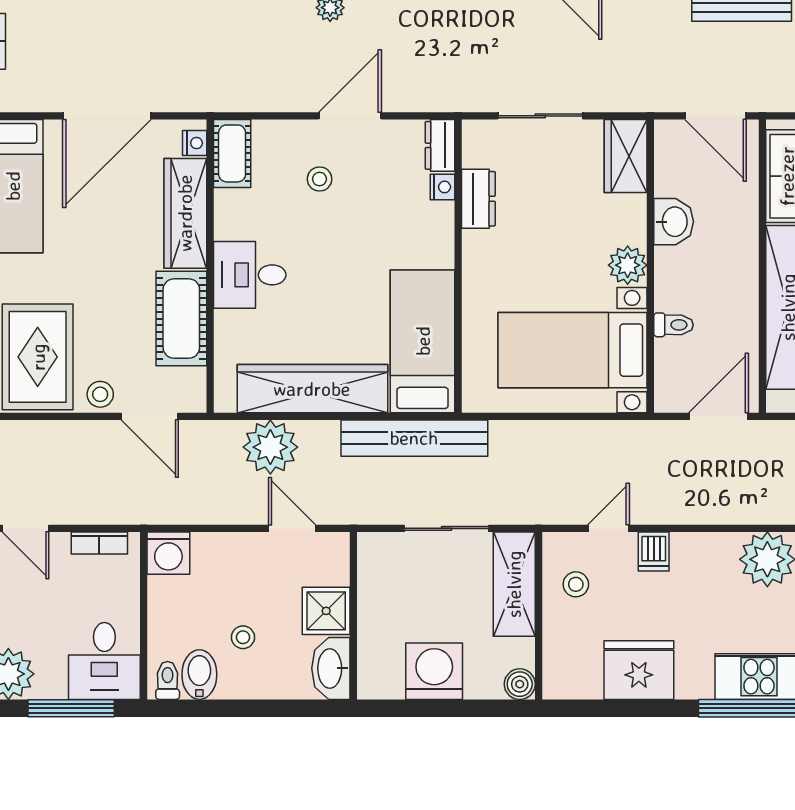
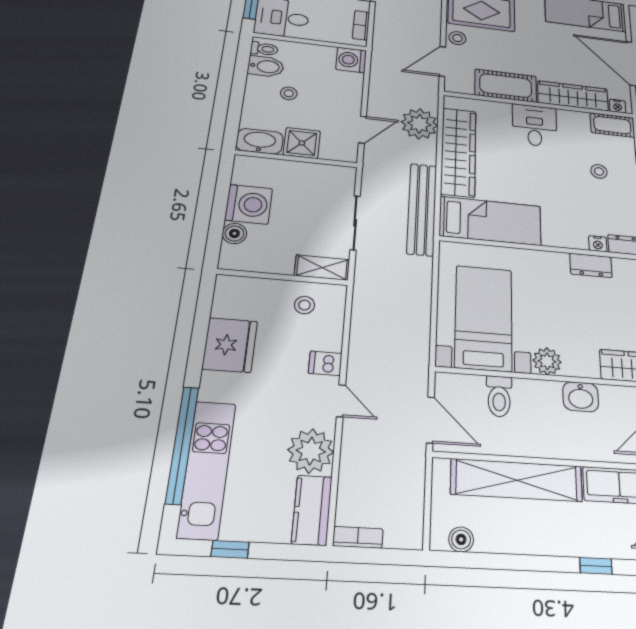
toilet: (673, 325) -> (499, 396), width x1.37, depth x1.39
door: (609, 528) -> (341, 401), moved
shelving: (514, 584) -> (322, 268), width x0.67, depth x0.75
boiler: (520, 684) -> (234, 233), moved

